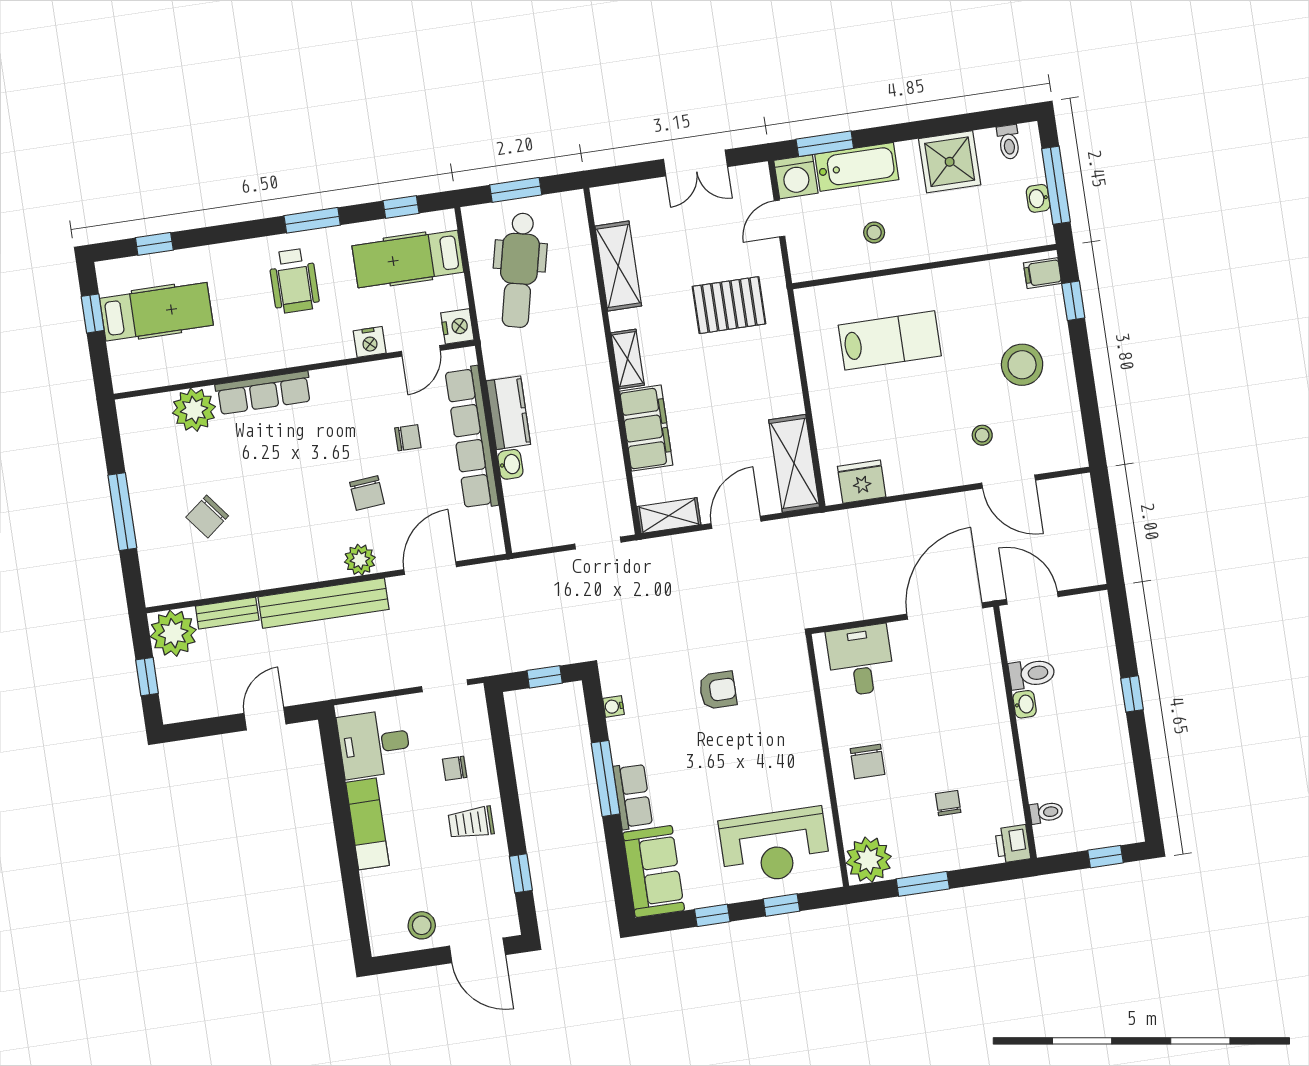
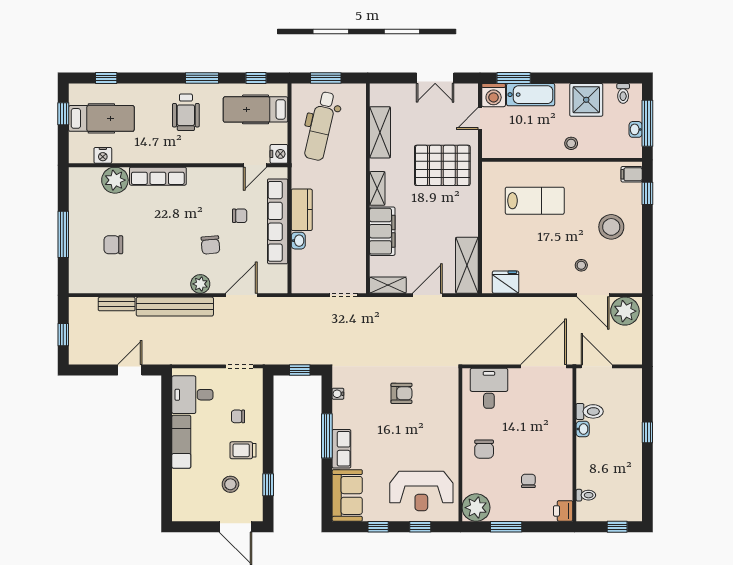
stool: (874, 232) -> (571, 143), moved
pallet: (729, 305) -> (442, 165), width x1.37, depth x1.41
nightstand: (370, 342) -> (103, 155), moved
chair: (207, 516) -> (113, 245), turned 38
plant: (173, 633) -> (625, 311), moved
stool: (422, 925) -> (230, 484), moved

